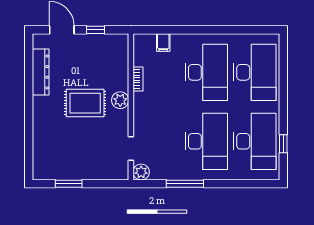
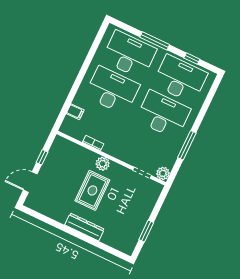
dresser: (41, 72) -> (85, 227), moved
window: (283, 93) -> (155, 41), added

